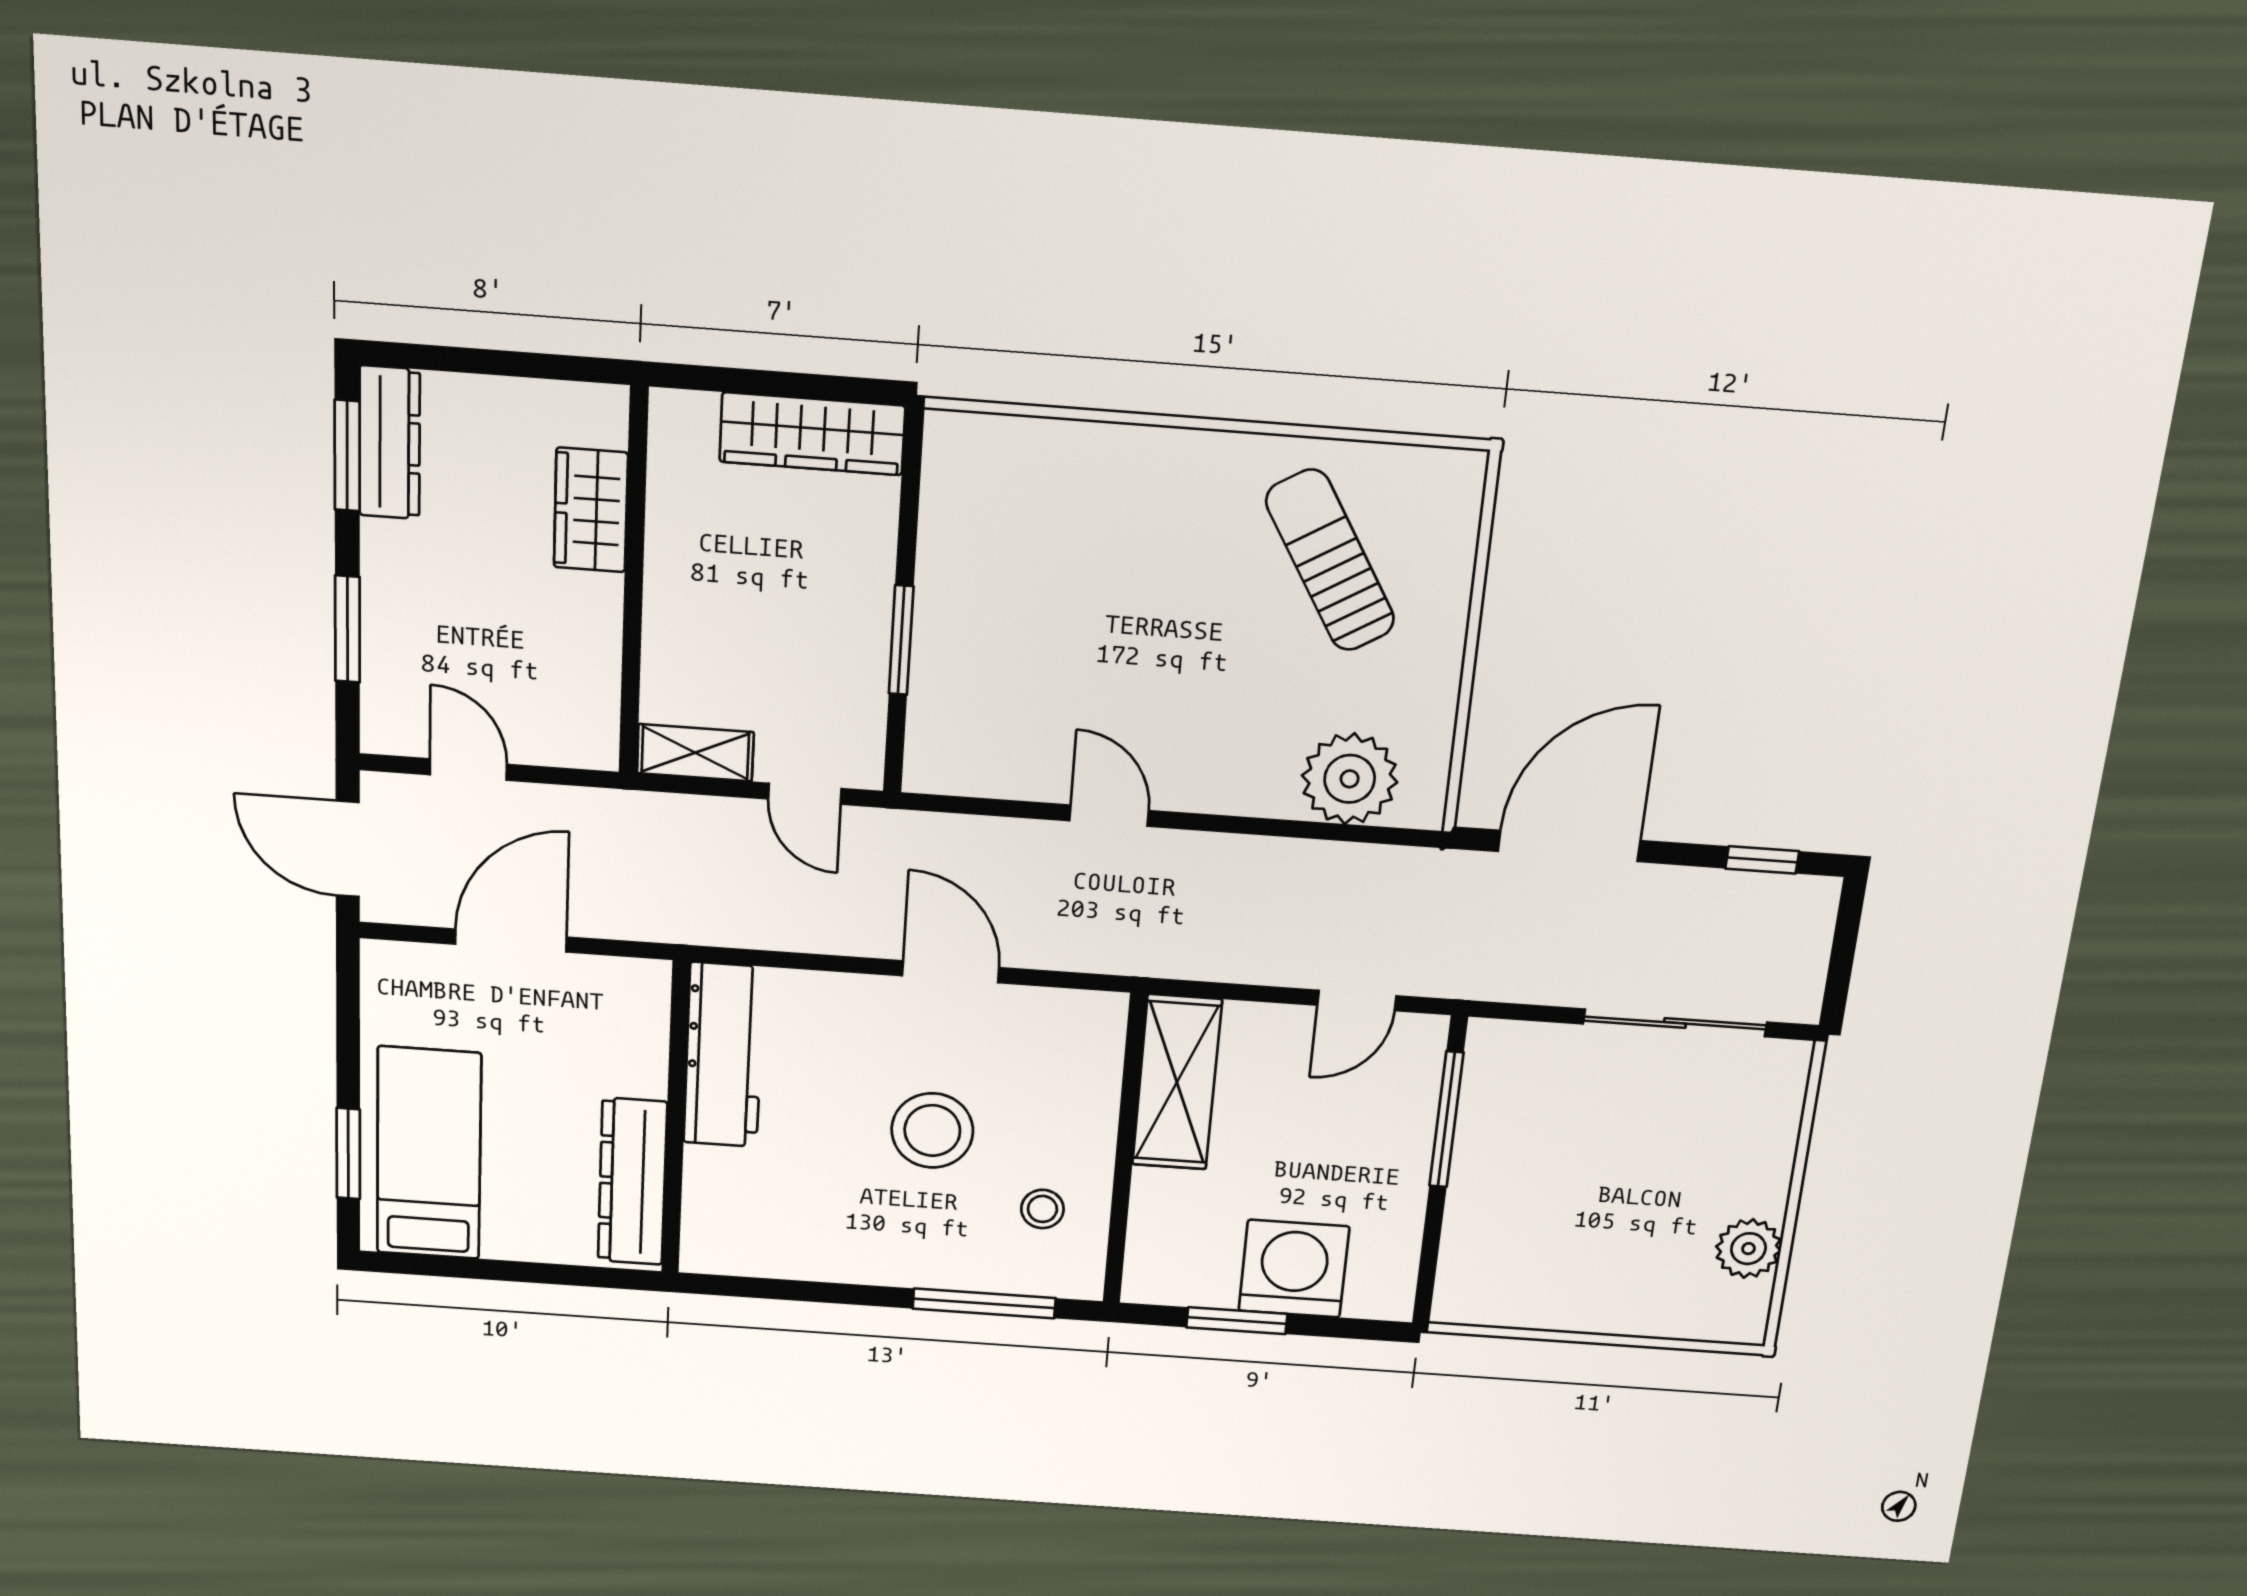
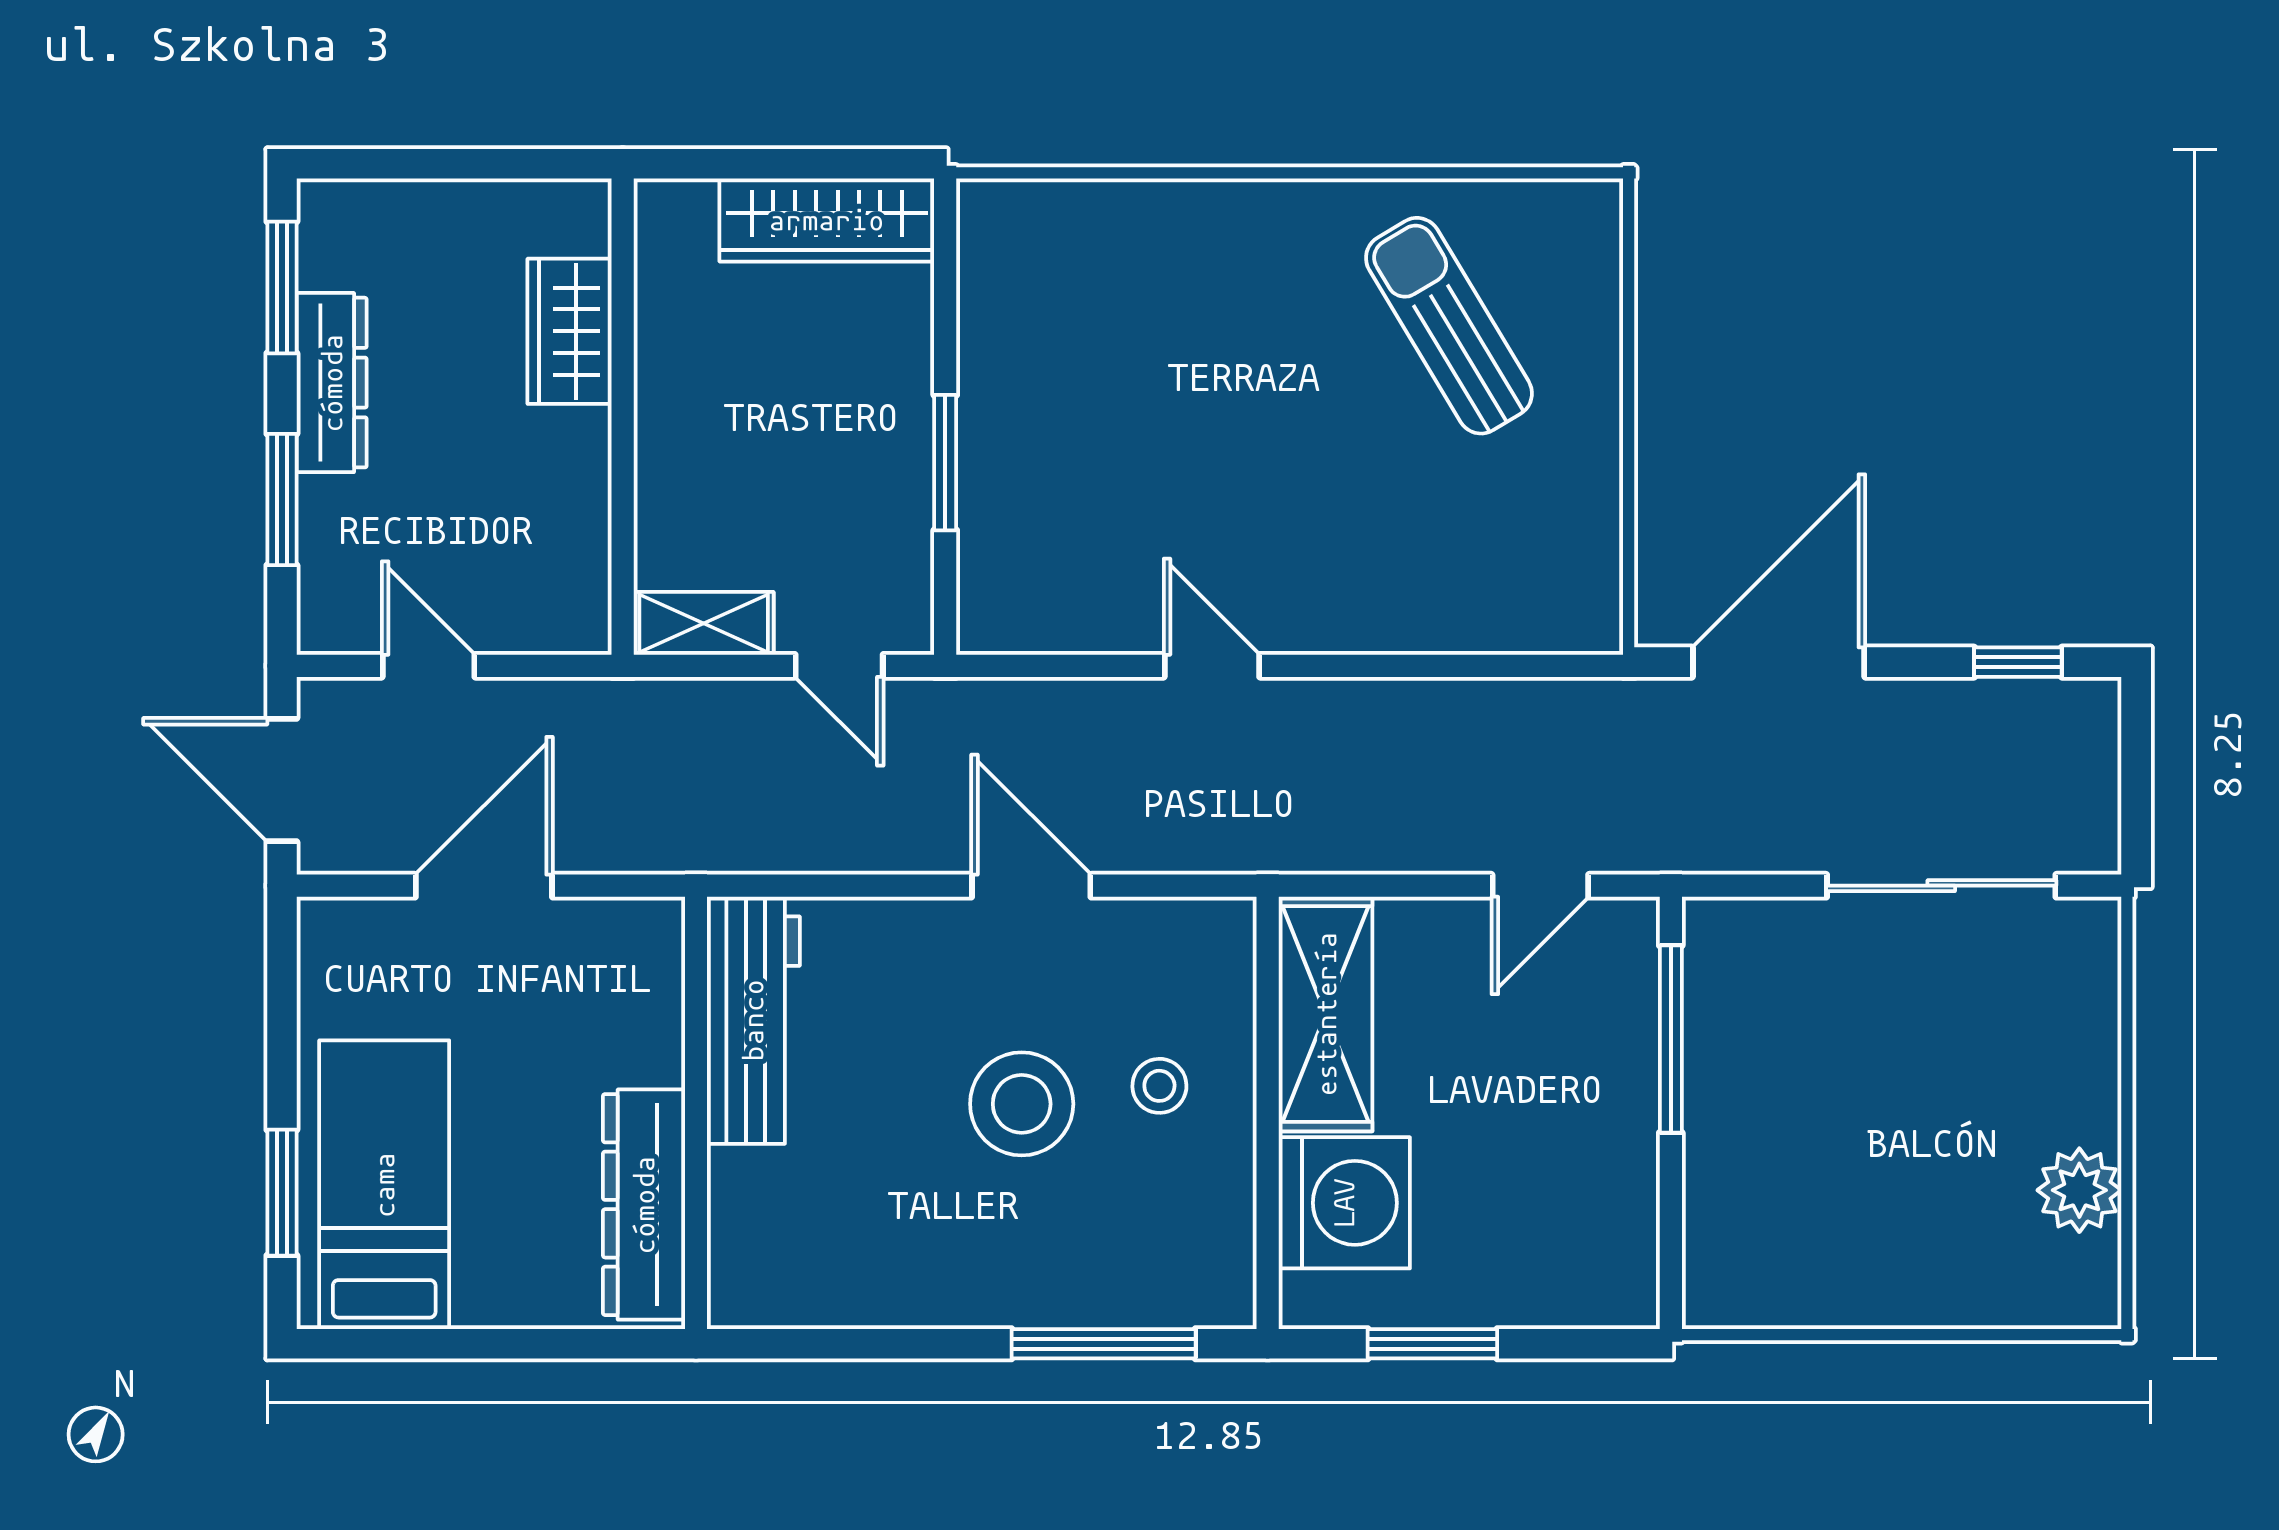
dresser: (390, 443) -> (332, 383), moved
plant: (1350, 779) -> (1501, 596), removed
stool: (1042, 1209) -> (1159, 1086), moved
washing machine: (1294, 1269) -> (1344, 1203), moved, turned 90

